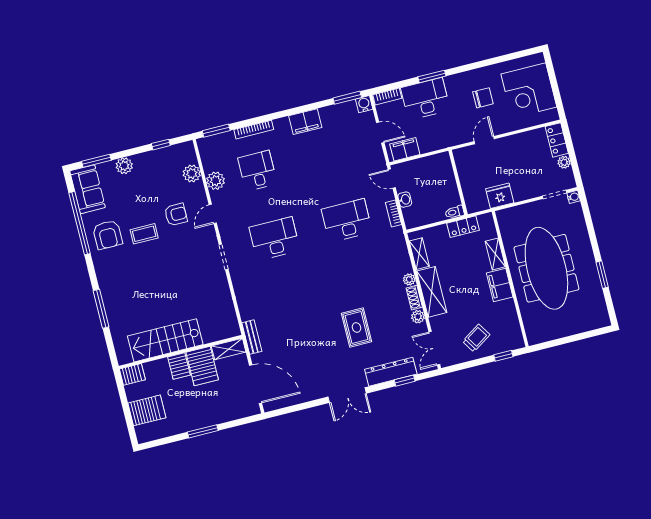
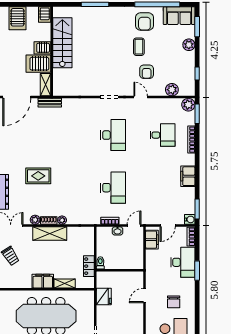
door: (484, 140) -> (145, 295), swing flipped
plant: (216, 181) -> (188, 105), moved
armchair: (108, 235) -> (144, 22), turned -90
shelving: (419, 254) -> (78, 231), removed

